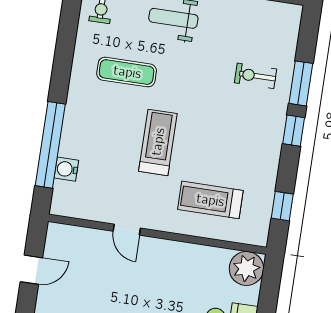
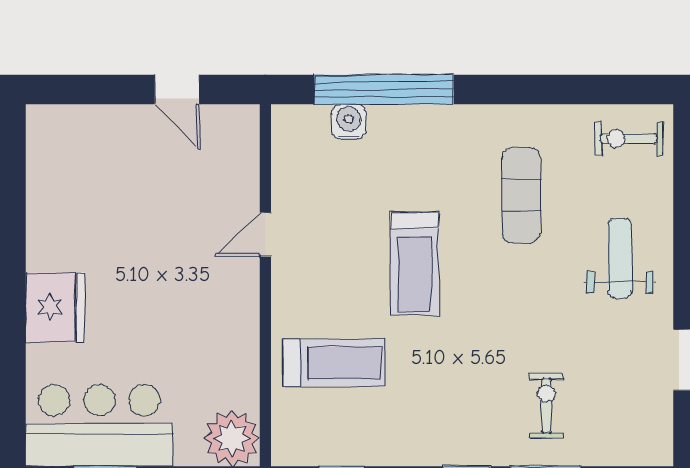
treadmill: (158, 142) -> (415, 264), turned 90
treadmill: (210, 200) -> (334, 363), turned 90

